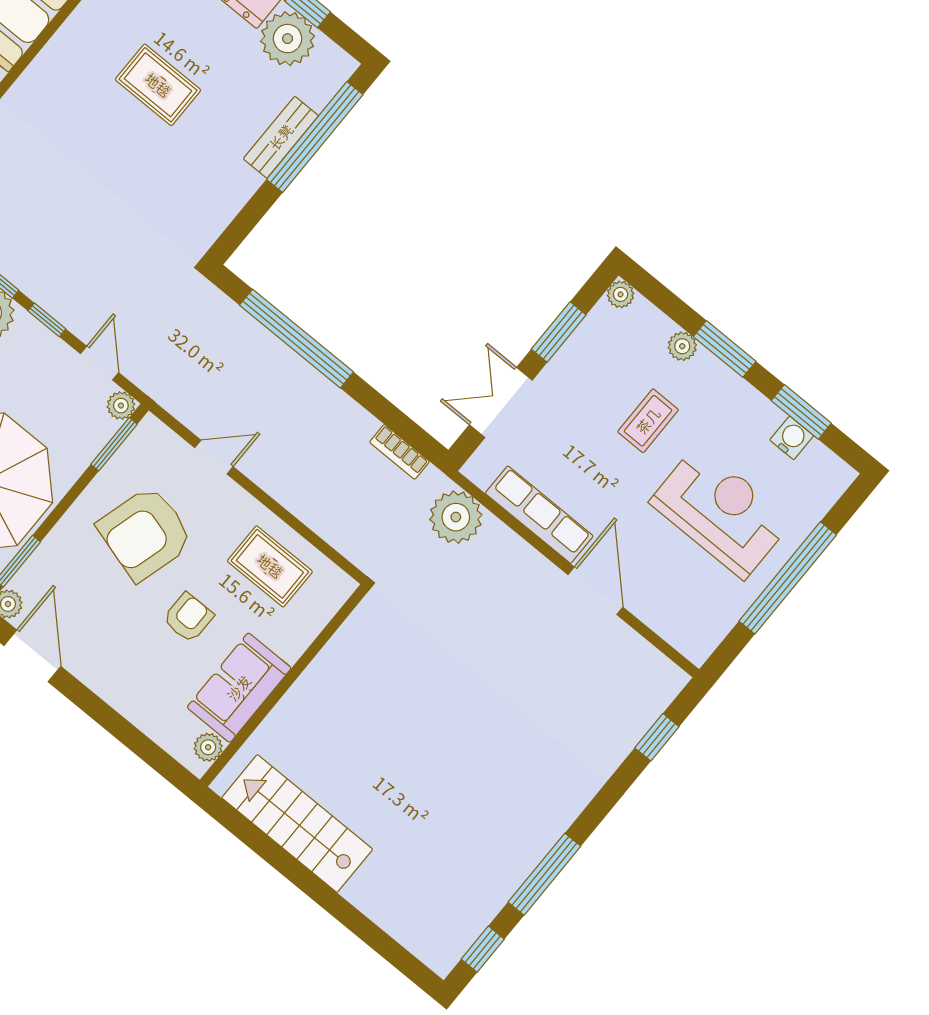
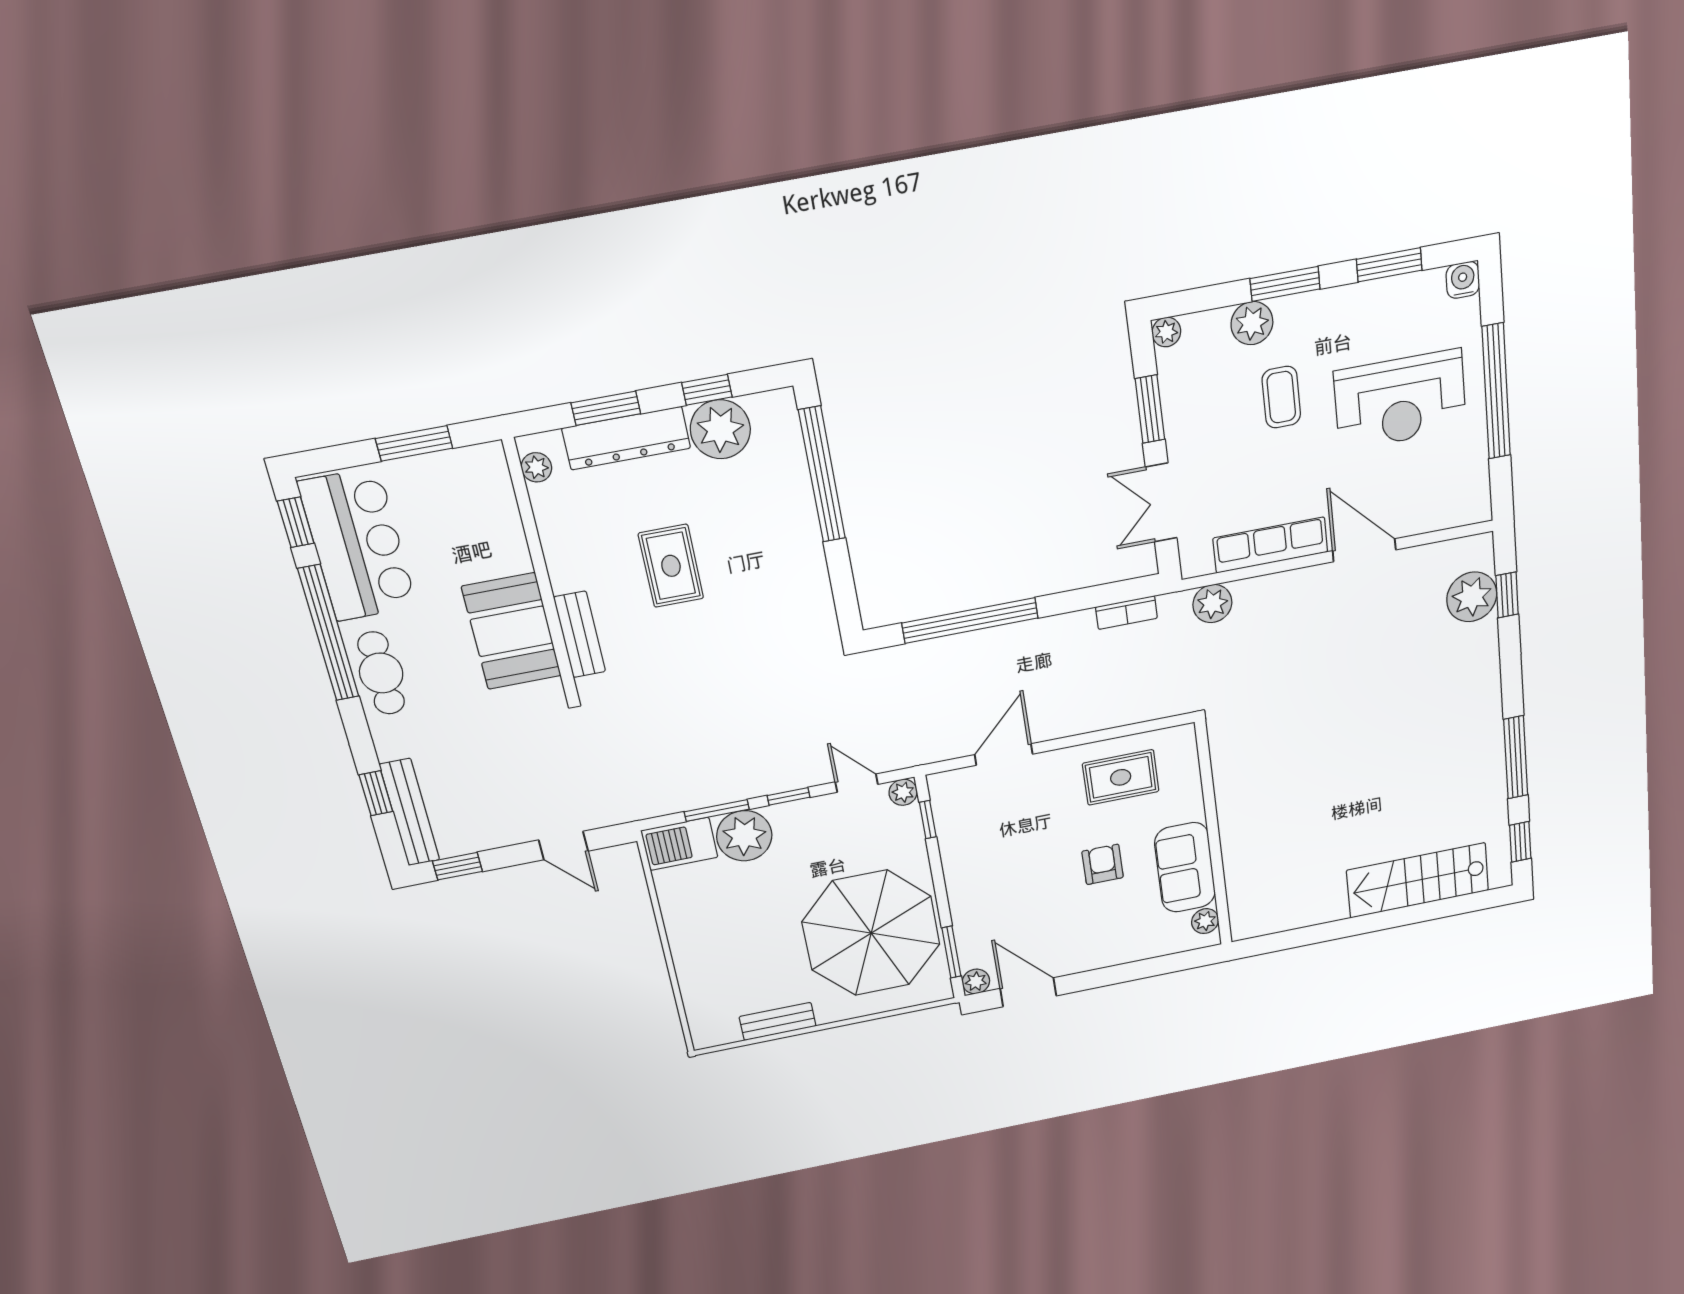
rug: (158, 85) -> (671, 566), turned 90
bench: (281, 137) -> (580, 635), moved
plant: (682, 346) -> (1252, 323), width x1.38, depth x1.38
water cooler: (792, 438) -> (1463, 280), moved
window: (114, 444) -> (928, 820), width x0.67
door: (214, 457) -> (1004, 754), width x1.38
reception desk: (721, 512) -> (1400, 400), turned 180
plant: (456, 517) -> (1212, 604), width x0.73, depth x0.73
armchair: (145, 533) -> (1014, 848), removed
plant: (632, 710) -> (1472, 597), added
stairs: (297, 823) -> (1418, 880), moved

